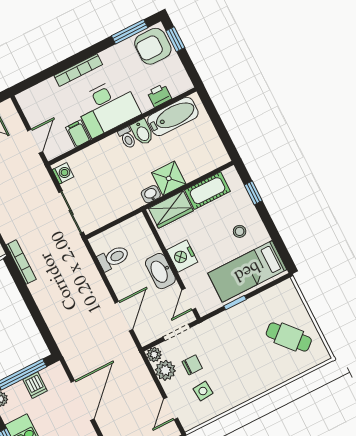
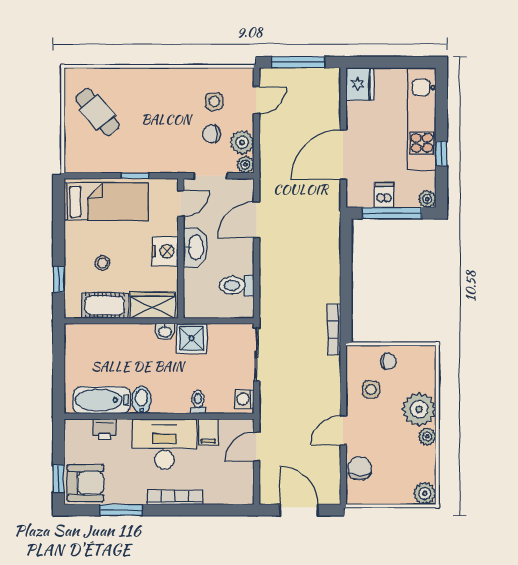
window: (130, 32) -> (121, 510), moved
toilet: (127, 138) -> (198, 402), moved
shower: (169, 178) -> (192, 338), moved
stool: (240, 231) -> (102, 263), moved

